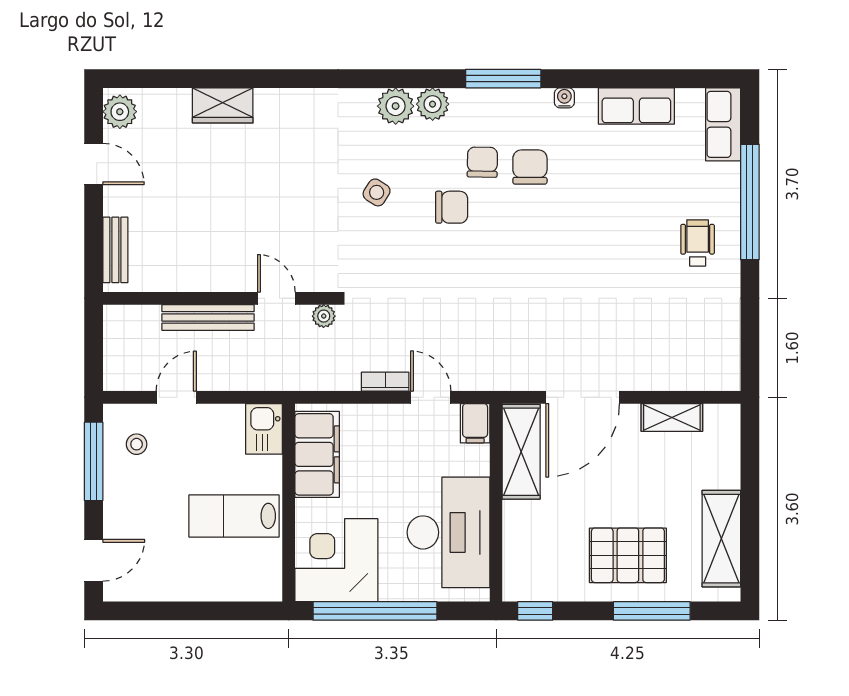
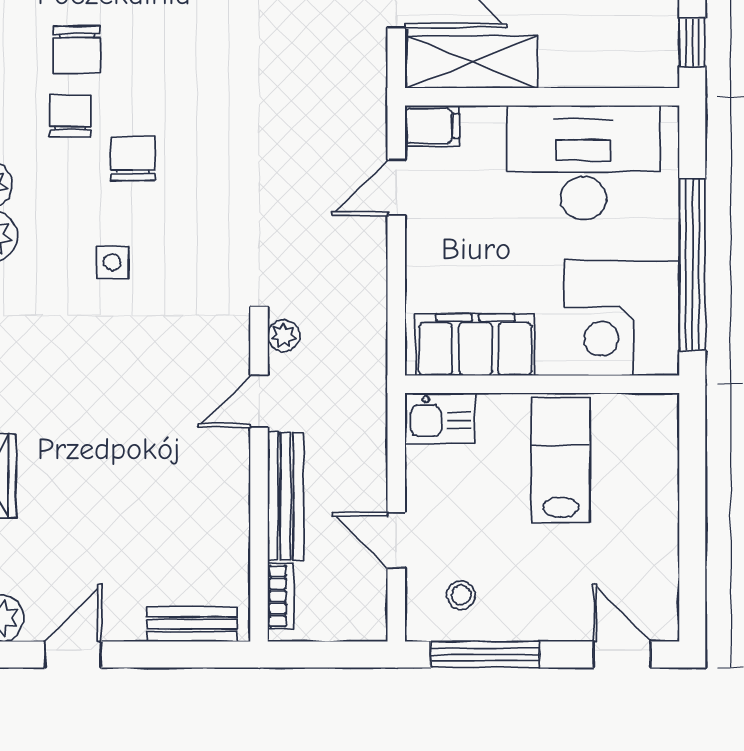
chair: (482, 162) -> (70, 116), turned 89
chair: (530, 167) -> (77, 50), turned -90
side table: (377, 192) -> (112, 262), turned -32
bookcase: (385, 382) -> (281, 596), moved, turned 180
lab bench: (234, 516) -> (561, 460), turned 180

